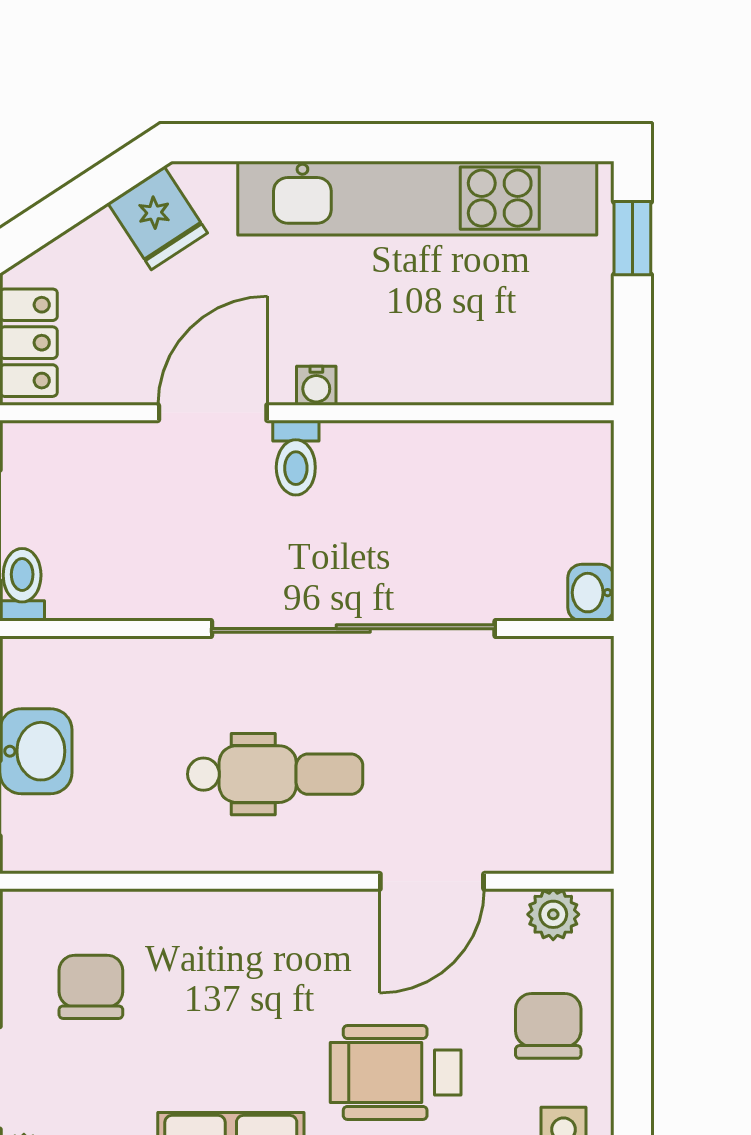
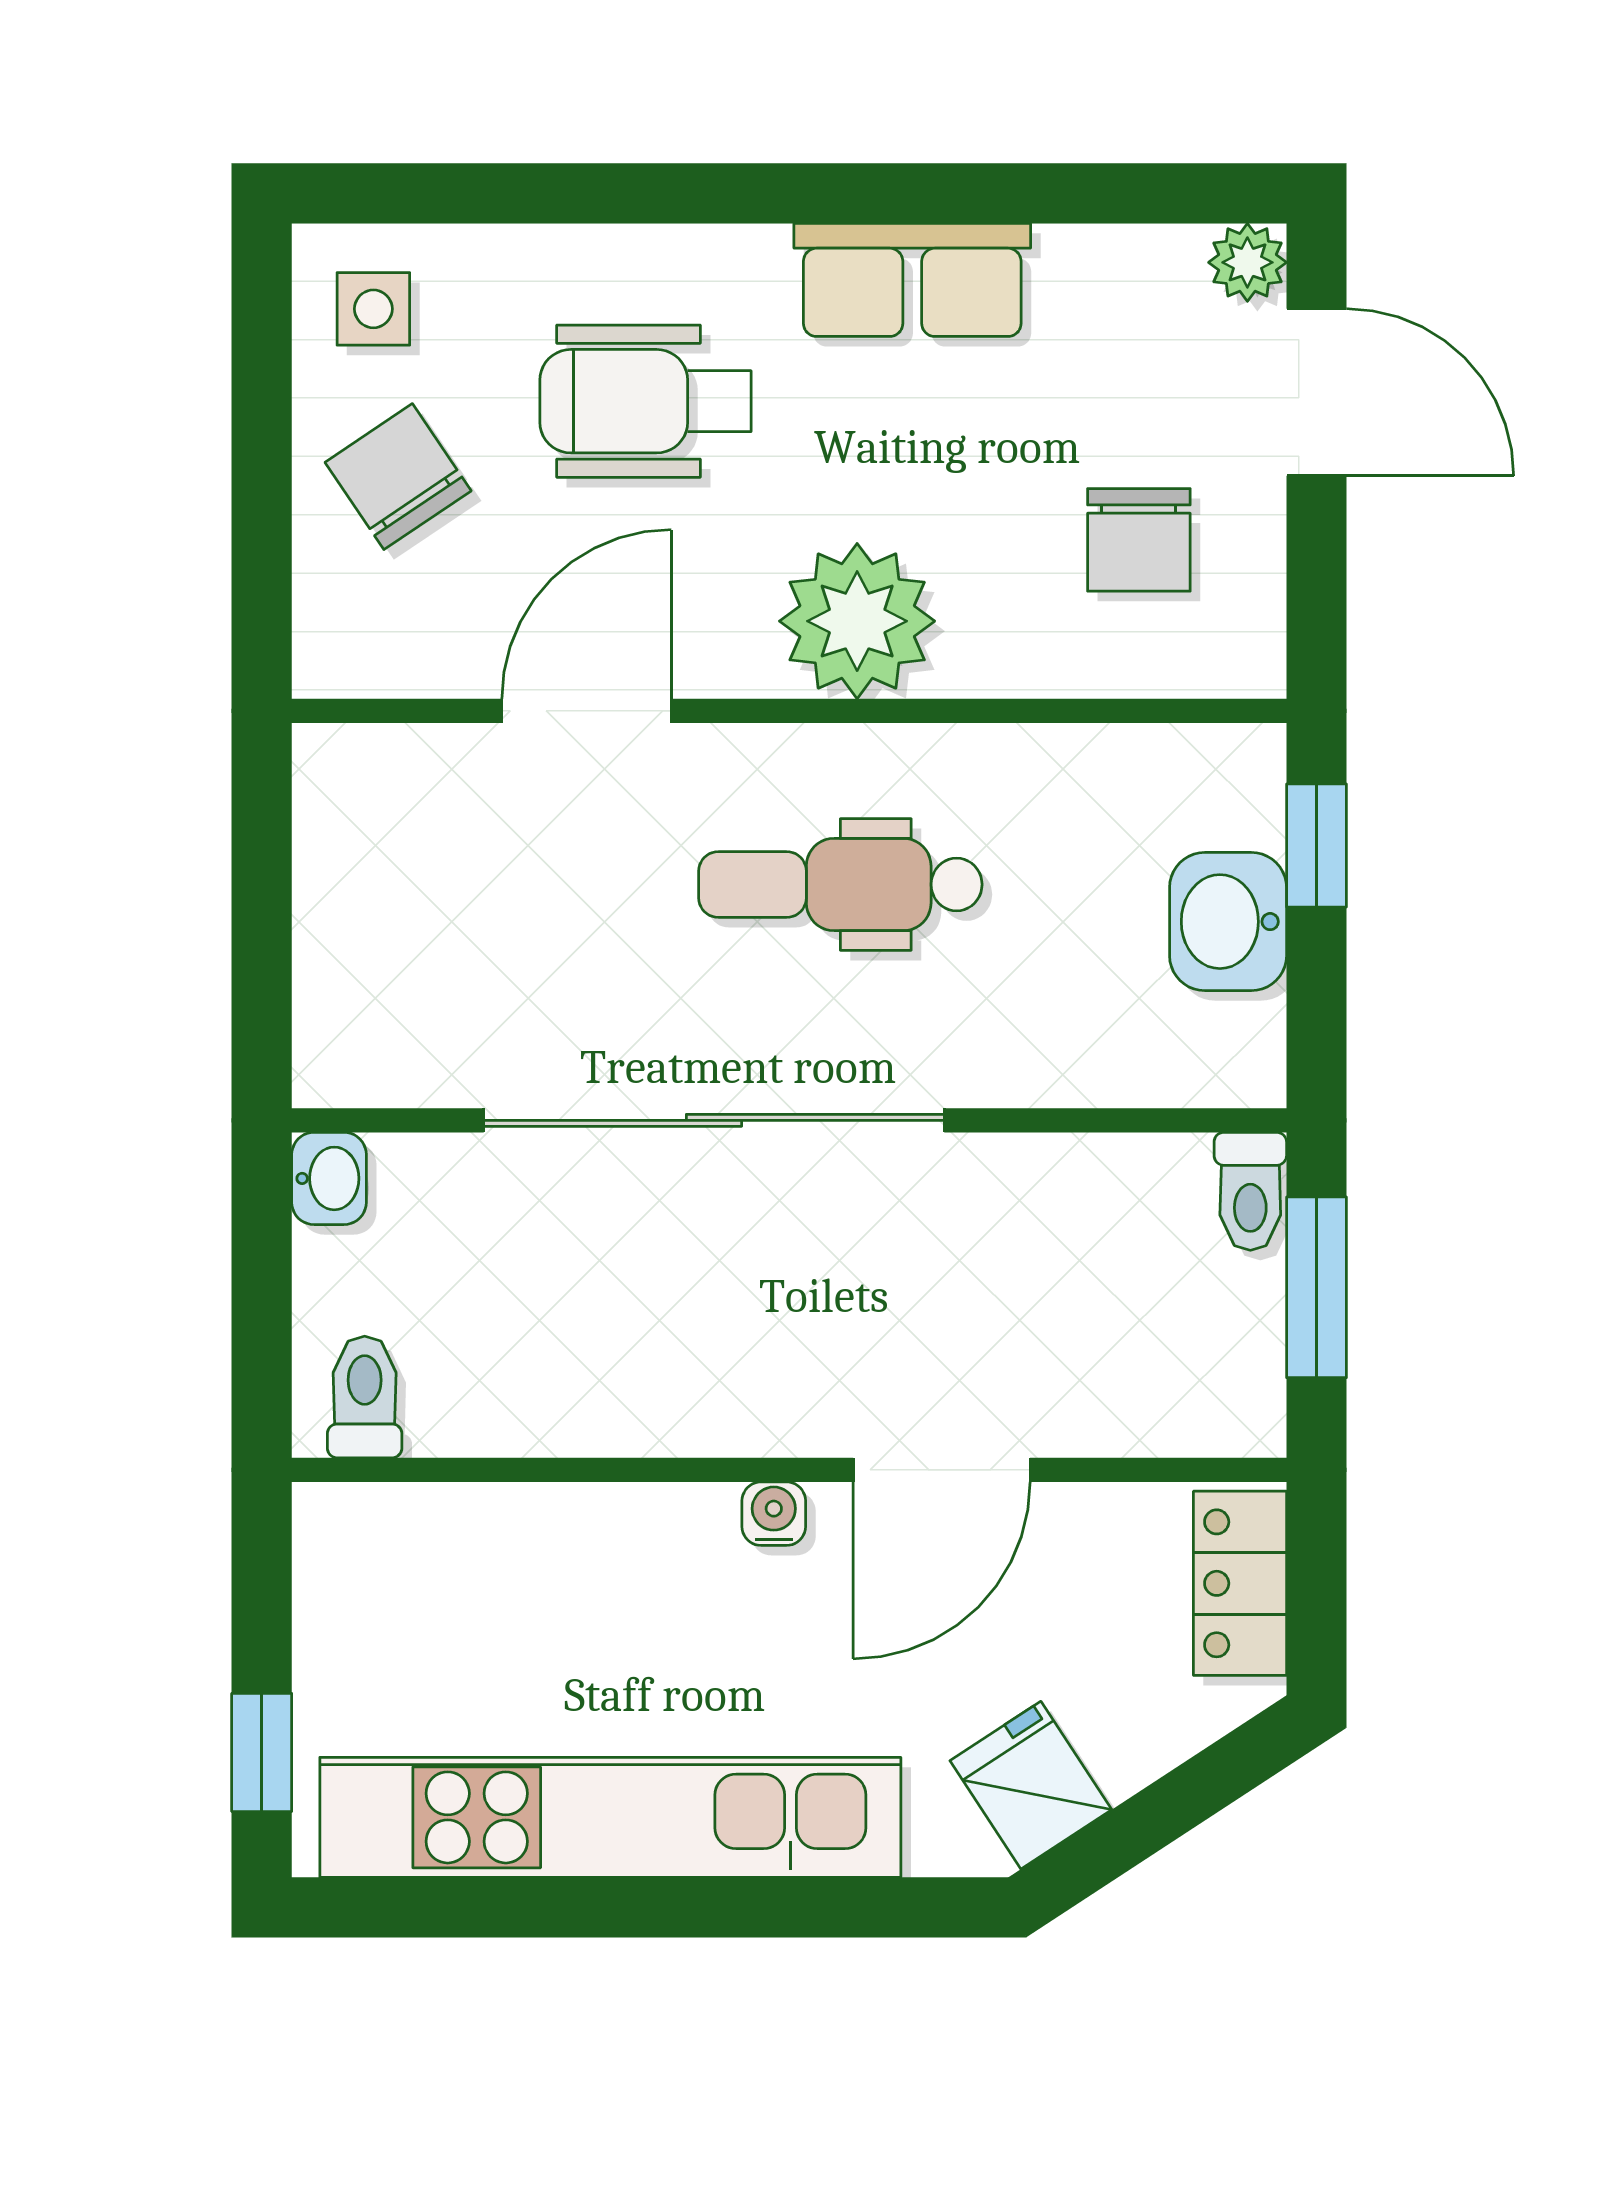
toilet: (296, 458) -> (365, 1397), moved
plant: (553, 914) -> (857, 621), moved, width x1.87, depth x1.87
chair: (548, 1026) -> (398, 477), turned 146
wheelchair: (396, 1072) -> (645, 401), turned 180

